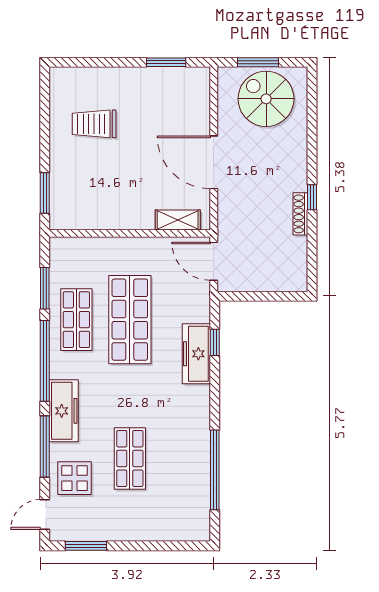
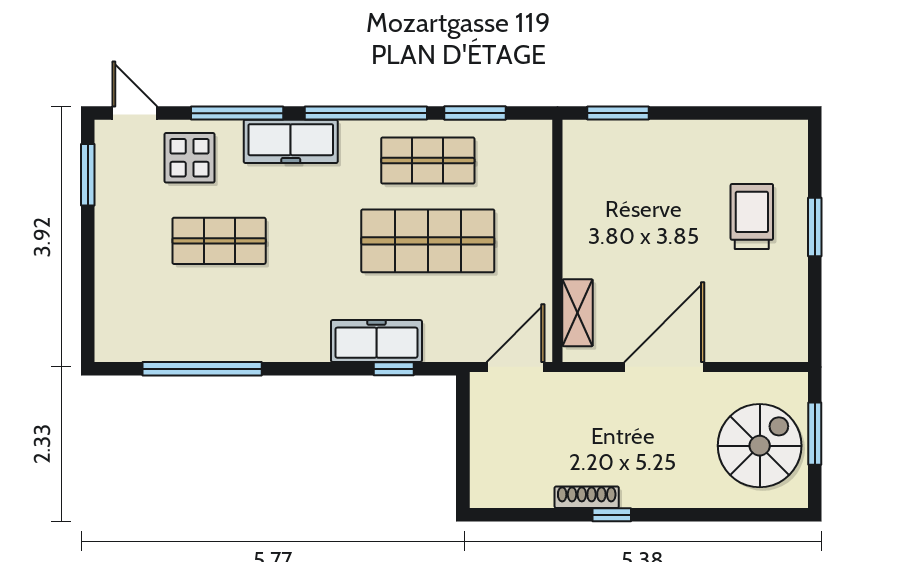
window: (166, 62) -> (815, 227), moved
trolley: (94, 124) -> (752, 216), moved

